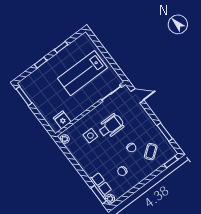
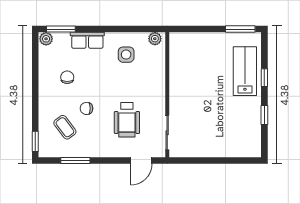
lab bench: (82, 73) -> (245, 71), moved, width x0.73, depth x0.72
fridge: (62, 120) -> (179, 52), removed
wheelchair: (111, 126) -> (127, 120), moved
side table: (90, 136) -> (126, 55), moved
row of seats: (101, 185) -> (87, 40), moved

